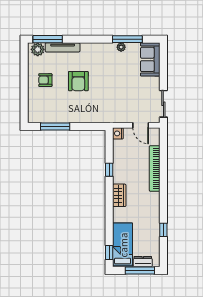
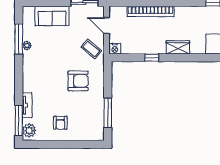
tv unit: (63, 47) -> (27, 105), width x0.71
sofa: (150, 59) -> (52, 16), moved
armchair: (78, 81) -> (78, 81), moved
coffee table: (118, 110) -> (91, 49), added
door: (141, 125) -> (107, 26), swing flipped

